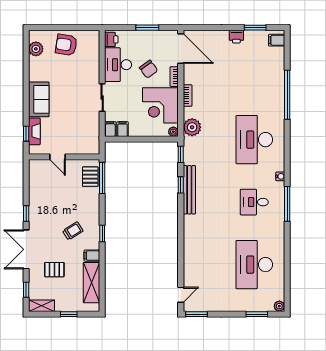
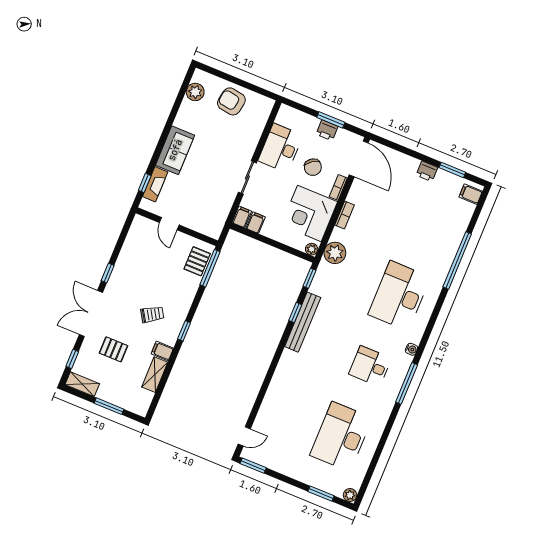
printer: (111, 39) -> (327, 130), moved, turned 90
shelving: (91, 283) -> (155, 375), width x0.67, depth x0.75
window: (69, 314) -> (109, 406), width x1.50

